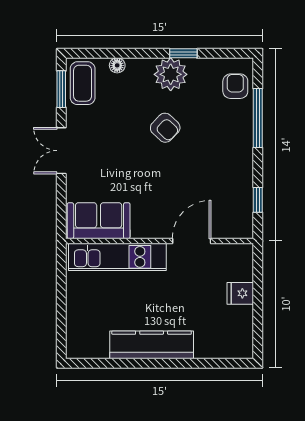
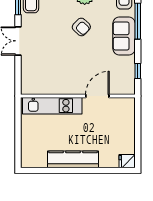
sofa: (99, 221) -> (124, 36), moved, turned -90
fridge: (240, 293) -> (127, 161), moved

